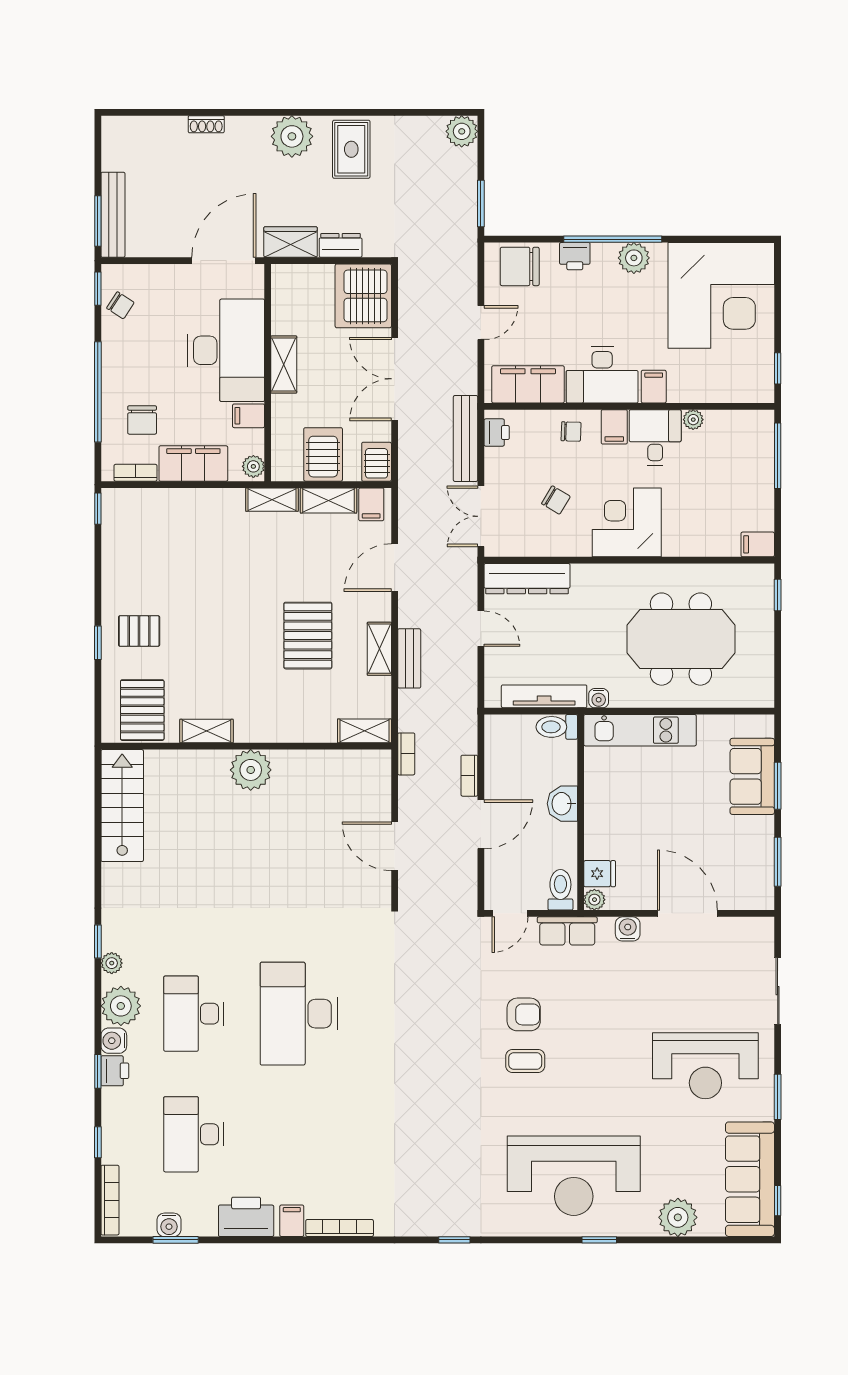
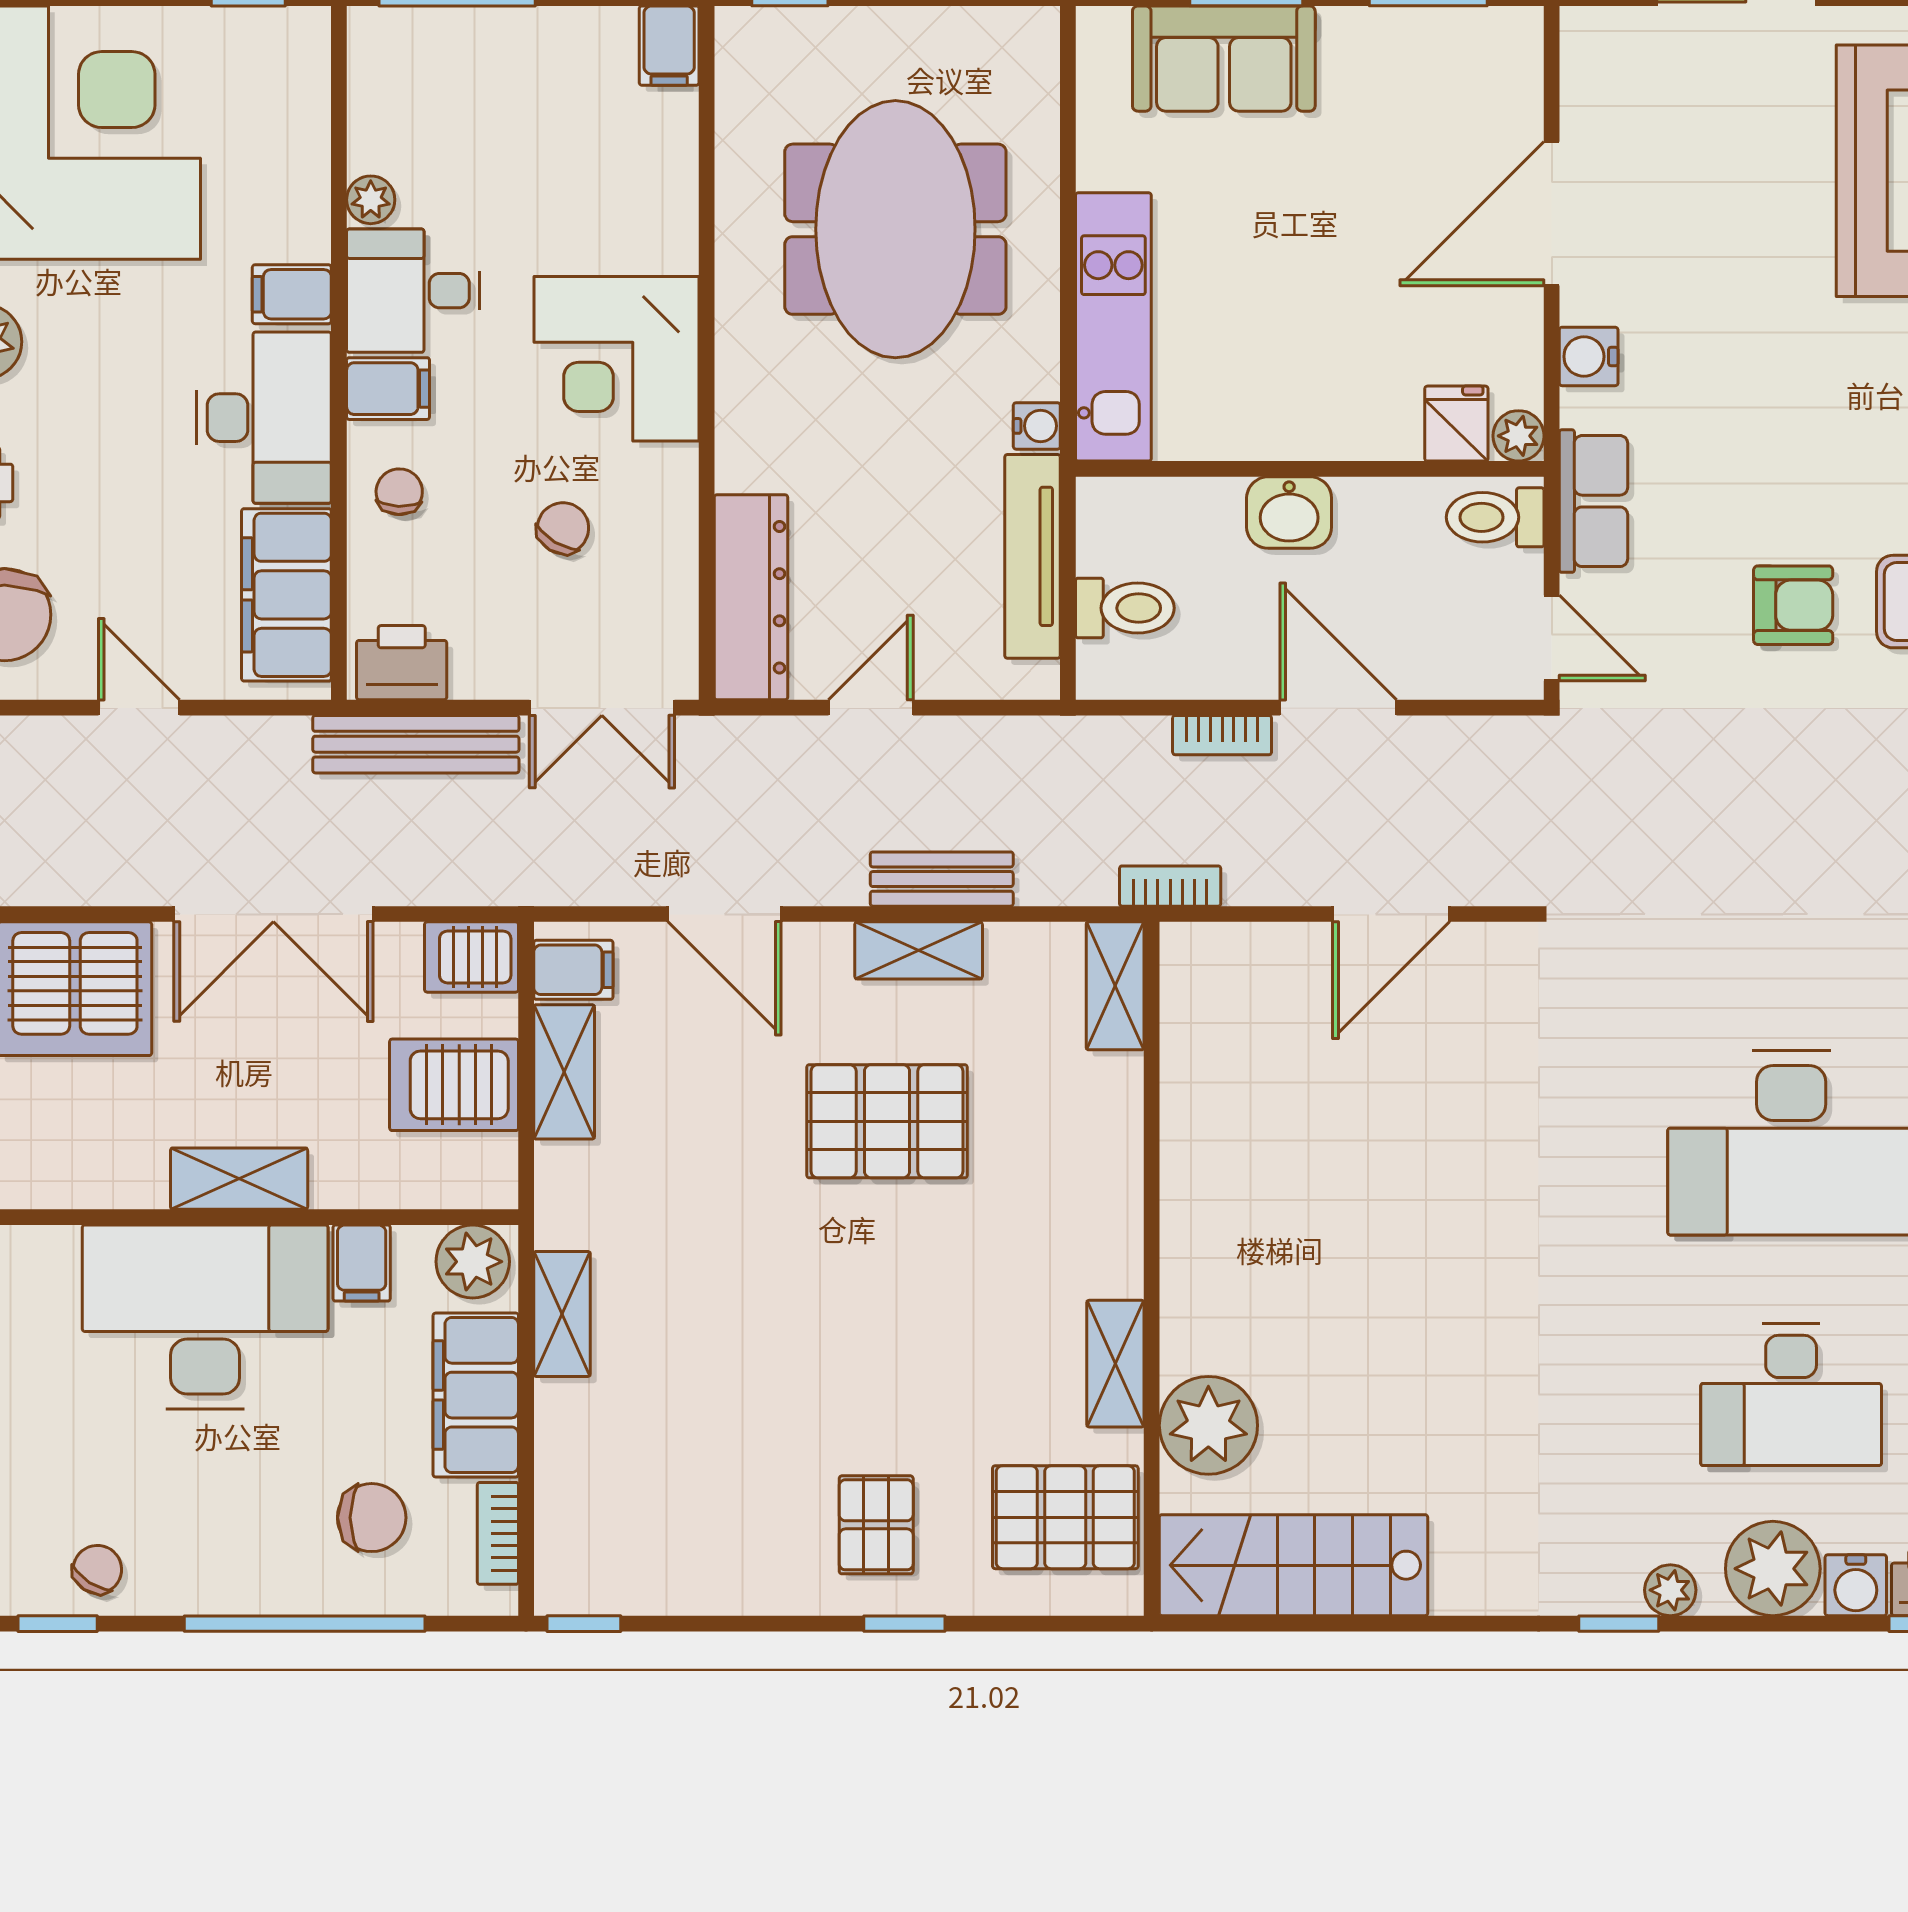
printer: (497, 433) -> (402, 663), width x1.36, depth x1.24
plant: (253, 466) -> (473, 1262), width x1.38, depth x1.38
shelving: (272, 500) -> (562, 1314), moved
toilet: (557, 727) -> (1125, 608), moved, turned -90
plant: (251, 770) -> (1208, 1425), moved
armchair: (524, 1014) -> (1793, 605), turned 90

